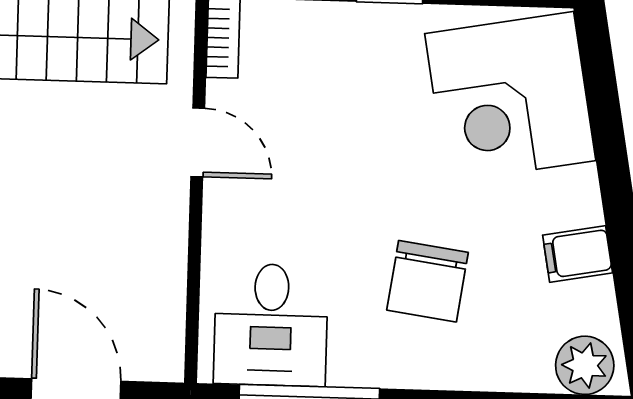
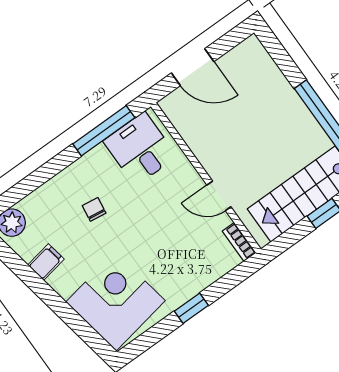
chair: (427, 281) -> (94, 209), width x0.54, depth x0.54

